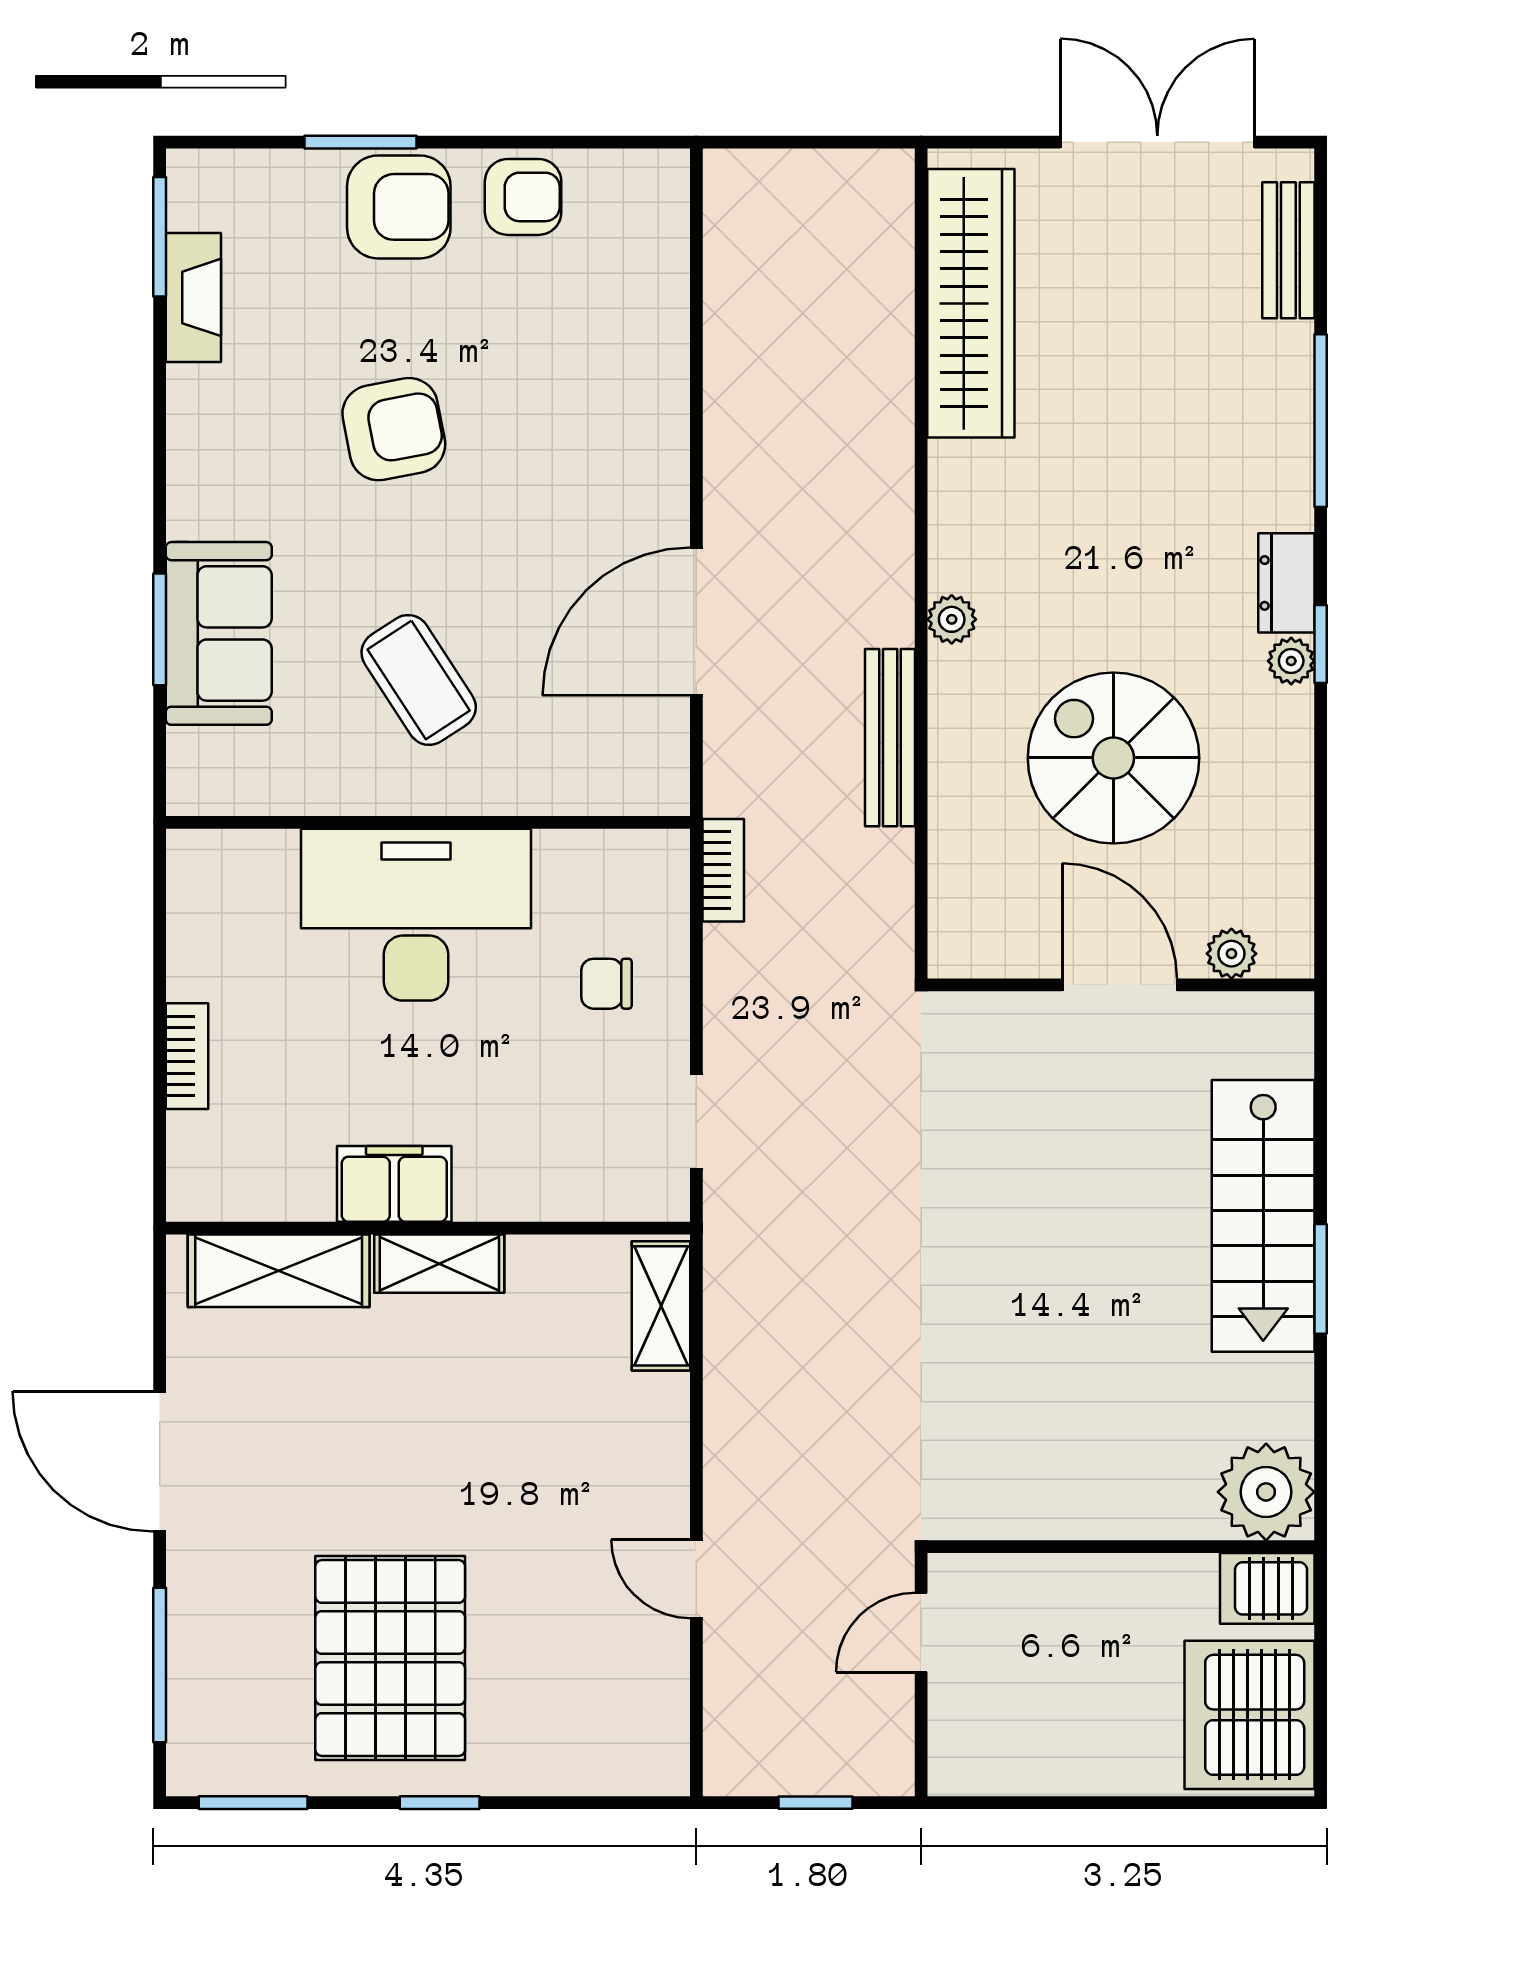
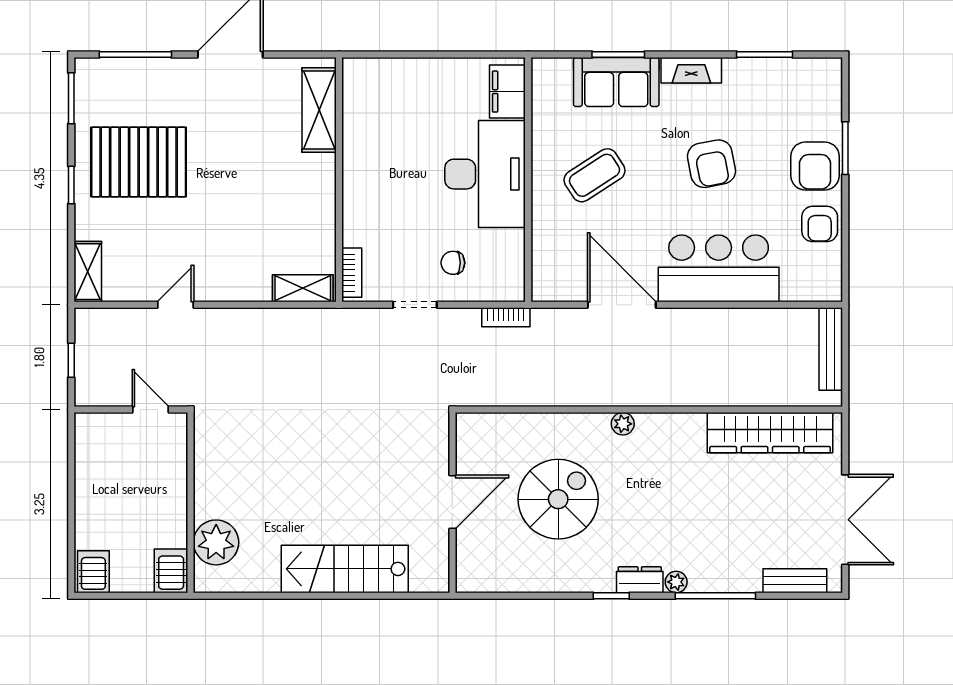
window: (160, 237) -> (764, 54), moved
fireplace: (193, 297) -> (691, 70), moved
bar counter: (618, 414) -> (719, 268), added
plant: (1291, 661) -> (676, 582), moved
bench: (890, 738) -> (831, 349), moved, turned 90
plant: (1231, 954) -> (467, 554), removed
chair: (606, 984) -> (453, 263), turned -90
bookcase: (187, 1056) -> (352, 273), moved, turned -90
doorway: (696, 1121) -> (415, 305), moved
filing cabinet: (394, 1184) -> (507, 92), moved, turned 180
shelving: (439, 1264) -> (88, 272), moved
window: (1321, 1279) -> (315, 596), removed
plant: (1266, 1492) -> (216, 542), moved
server rack: (1249, 1715) -> (93, 572), width x0.46, depth x0.70

